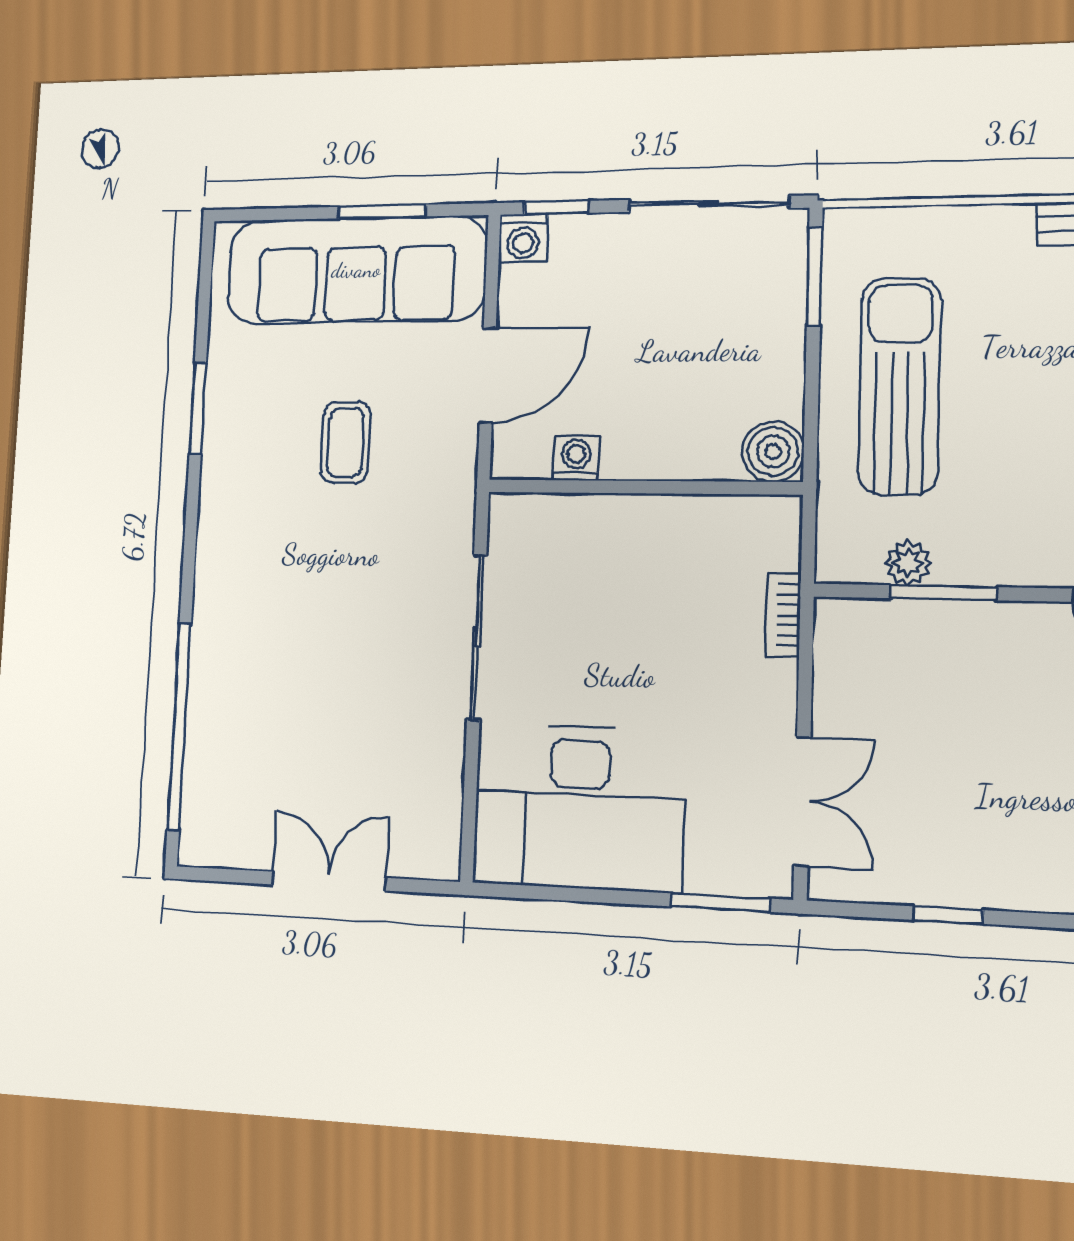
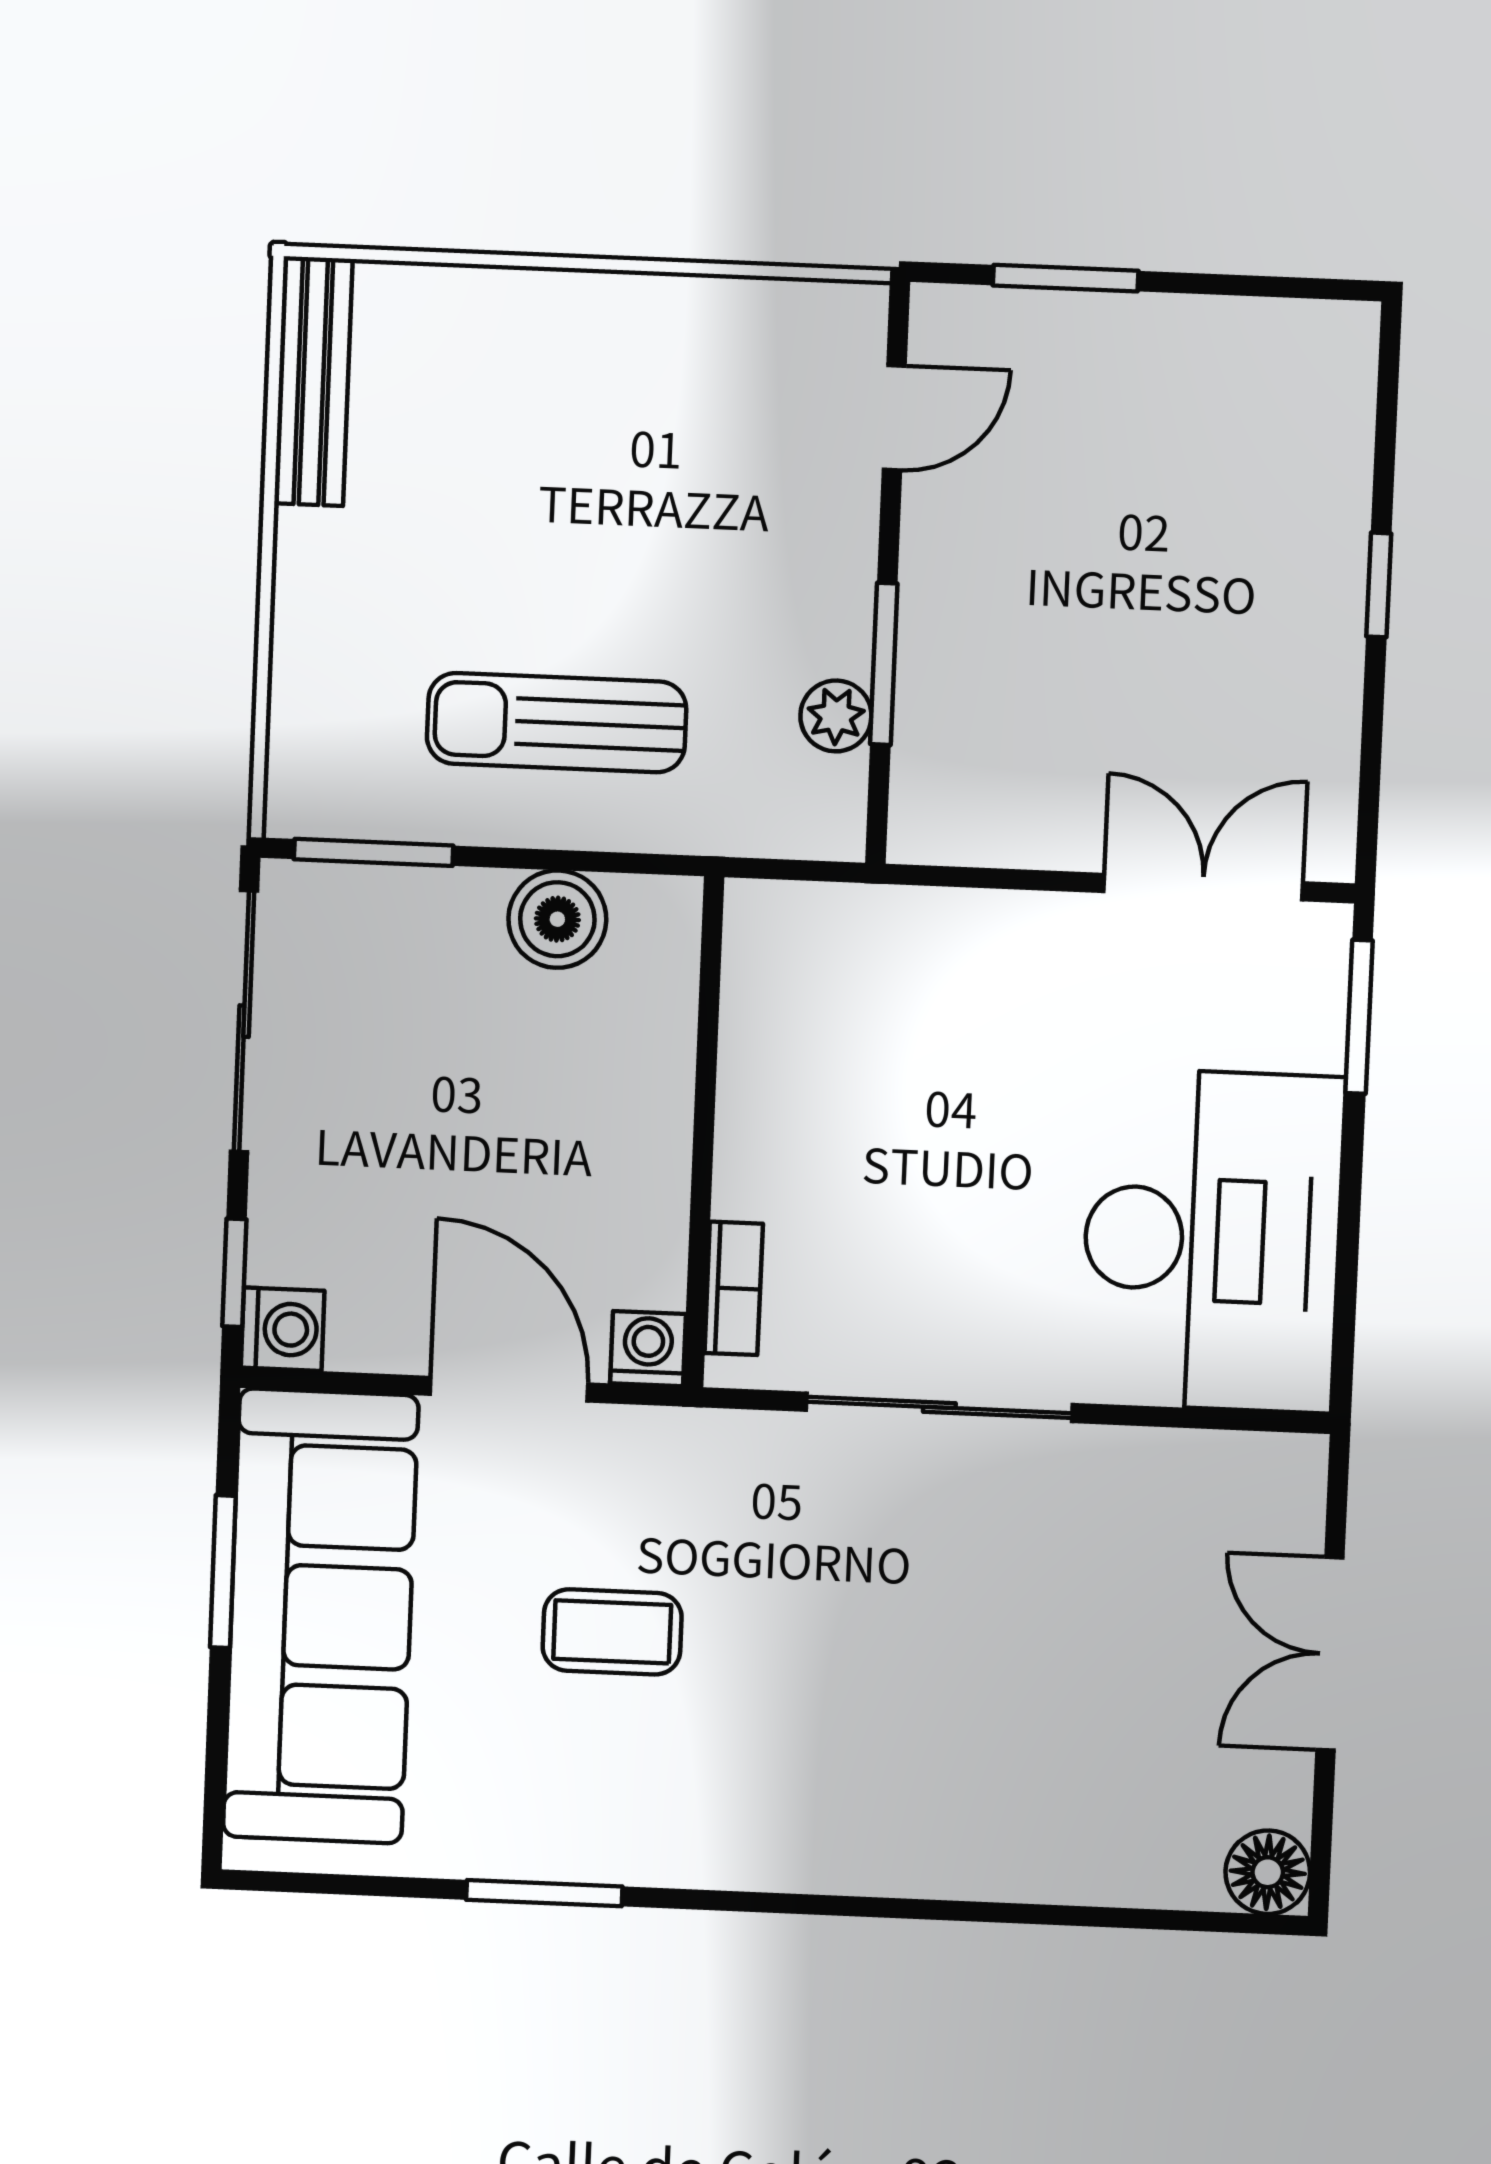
sun lounger: (900, 386) -> (557, 723), width x0.73, depth x0.75
boiler: (773, 451) -> (557, 919), moved
washing machine: (576, 458) -> (648, 1349), moved, turned 90
bookcase: (783, 615) -> (734, 1288), moved, turned -90
window: (179, 726) -> (1078, 1916), removed
floor lamp: (202, 842) -> (1268, 1872), added
window: (948, 915) -> (1379, 585), moved

